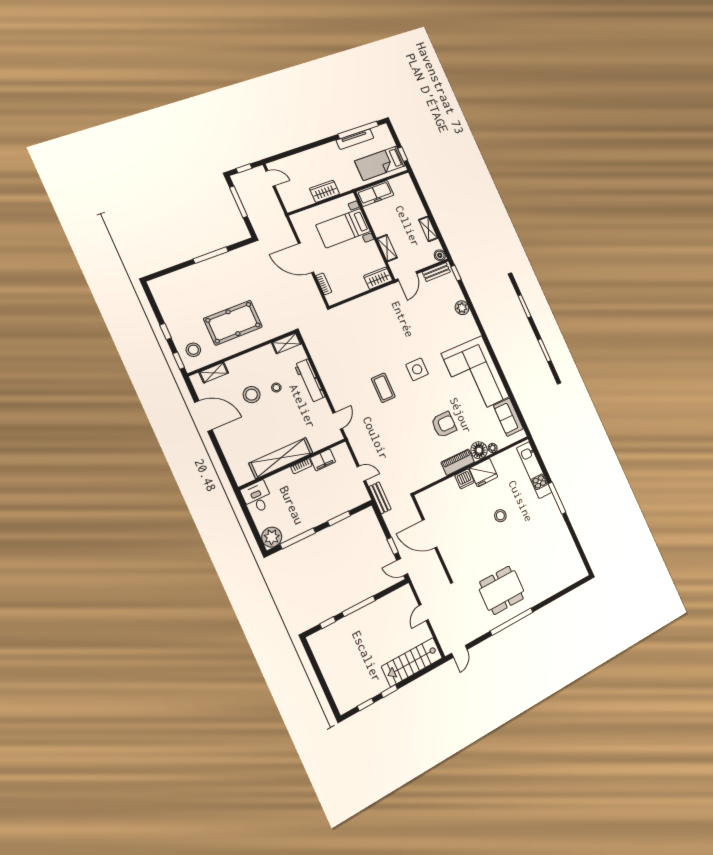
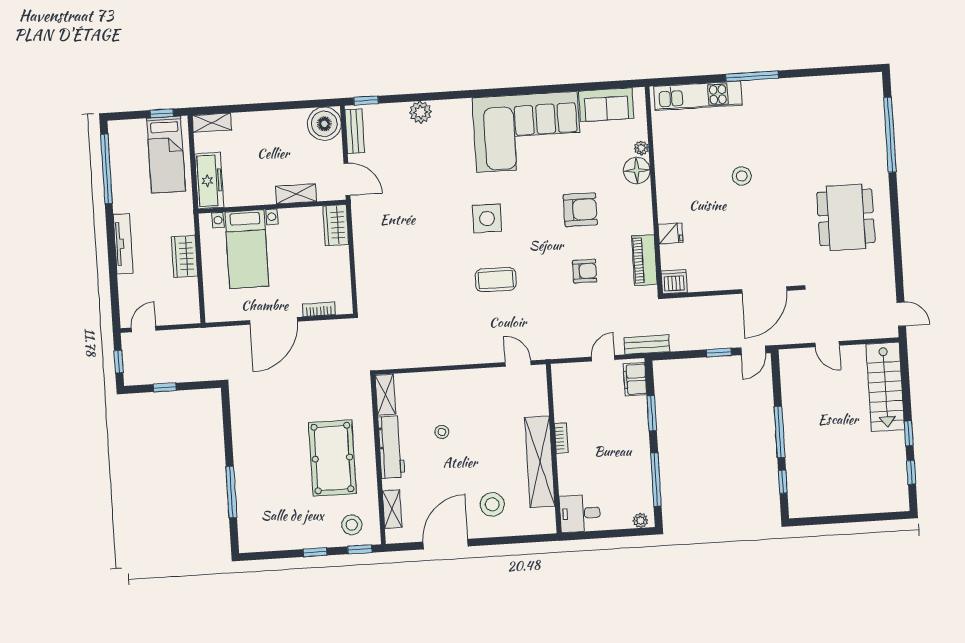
tv unit: (355, 139) -> (123, 244), moved
window: (238, 202) -> (165, 387), width x0.46
shelving: (428, 229) -> (212, 123), moved
window: (211, 255) -> (231, 492), moved
boiler: (440, 255) -> (324, 124), width x1.86, depth x1.86
workbench: (310, 381) -> (391, 447), moved, turned -90
stool: (252, 395) -> (492, 504), moved
armchair: (444, 425) -> (580, 210), turned 90
armchair: (409, 441) -> (585, 271), added
filing cabinet: (323, 460) -> (635, 379), moved, turned 180
piano: (458, 462) -> (644, 260), moved
fridge: (484, 473) -> (671, 233), moved, width x0.53, depth x0.75
dishwasher: (464, 479) -> (674, 282), moved, turned -90
door: (430, 534) -> (764, 290), moved
plant: (272, 537) -> (640, 520), width x0.53, depth x0.53
window: (512, 622) -> (890, 135), moved

